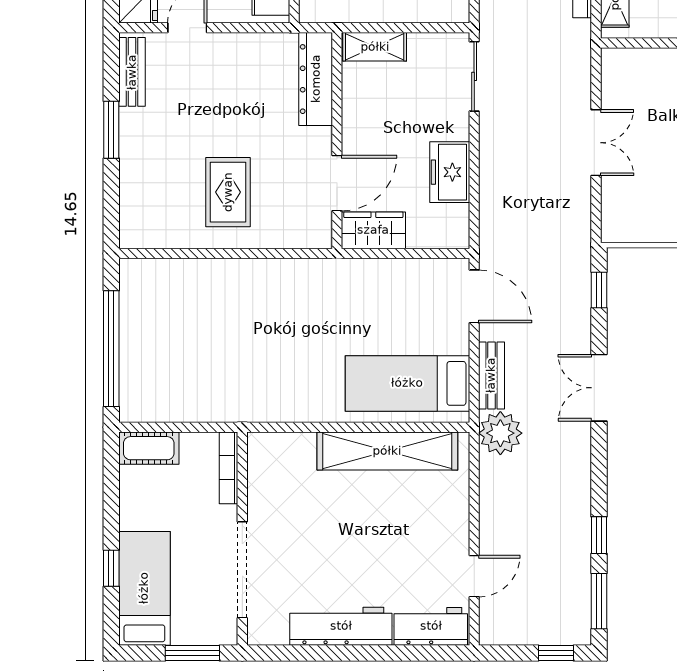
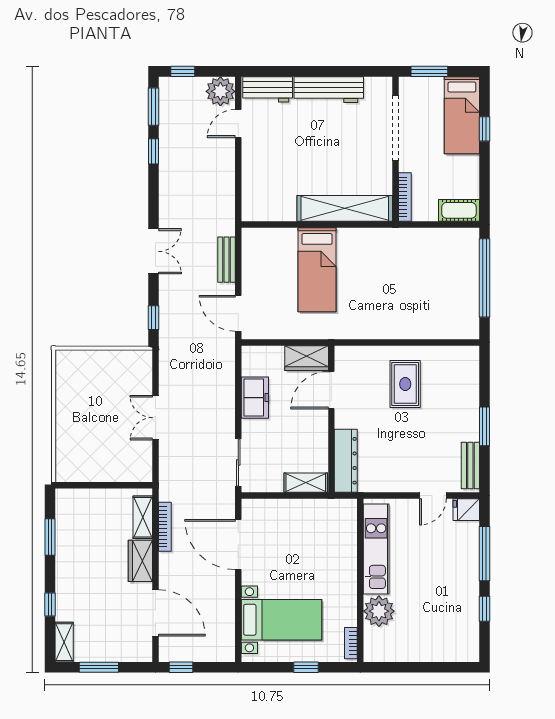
bed: (407, 383) -> (317, 270), moved, turned 90
plant: (500, 433) -> (220, 91), moved
shelving: (387, 451) -> (345, 208), moved

